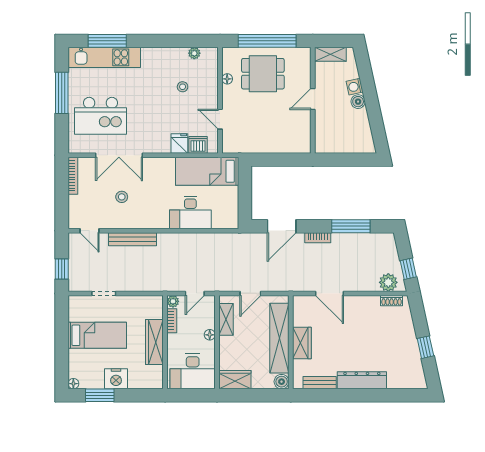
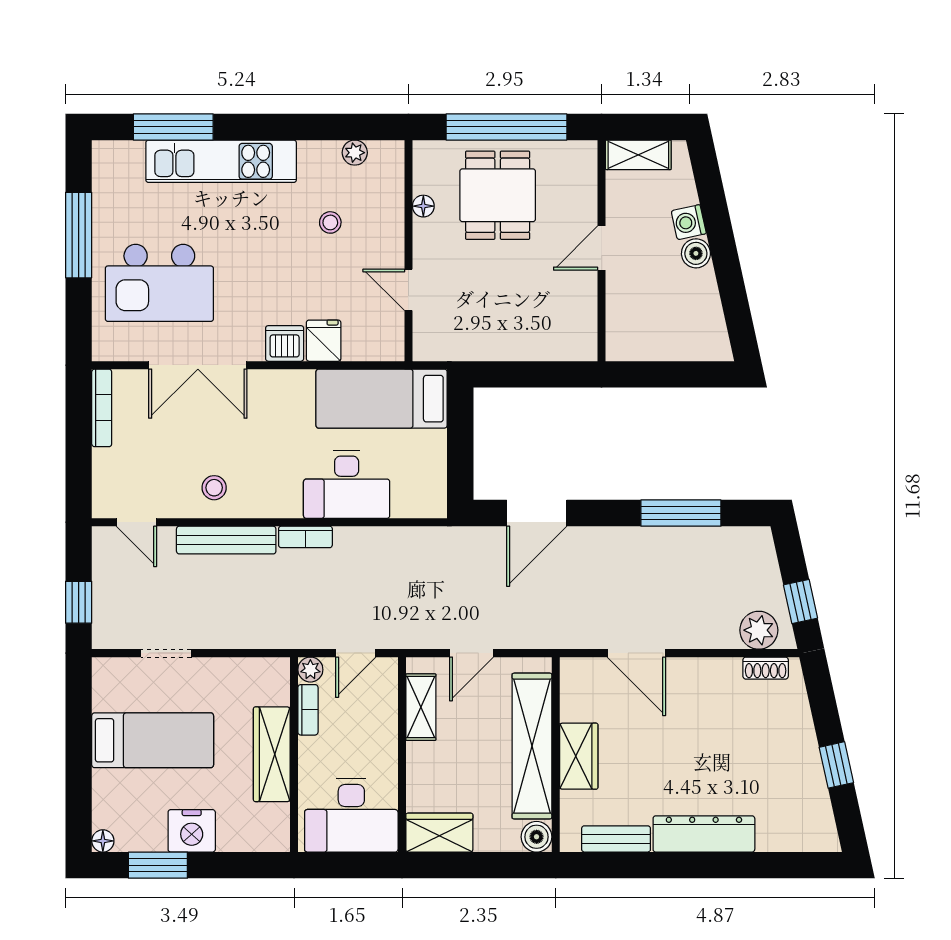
kitchen unit: (104, 57) -> (221, 161), moved
dining table: (263, 74) -> (498, 195), turned 90
dishwasher: (198, 145) -> (285, 343), moved
stool: (122, 197) -> (214, 488), moved
bookcase: (318, 238) -> (305, 537), moved
floor lamp: (210, 335) -> (387, 739), removed

